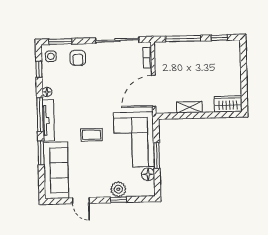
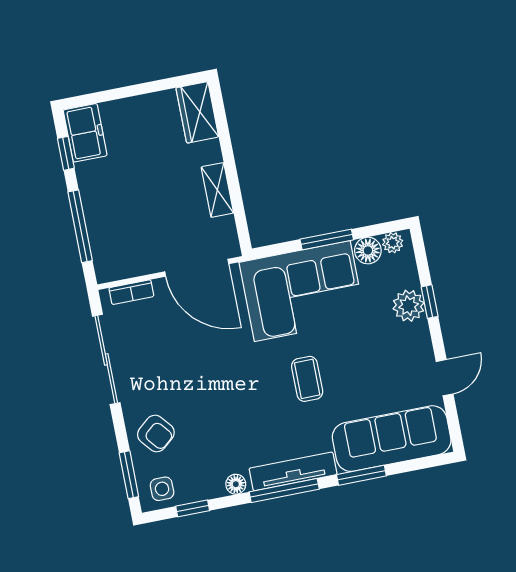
freezer: (228, 49) -> (85, 133), added
armchair: (78, 58) -> (156, 433), turned 50
plant: (150, 187) -> (393, 243), added

